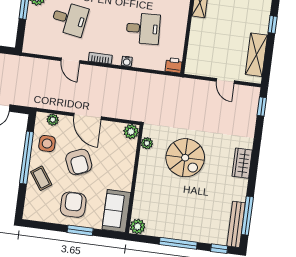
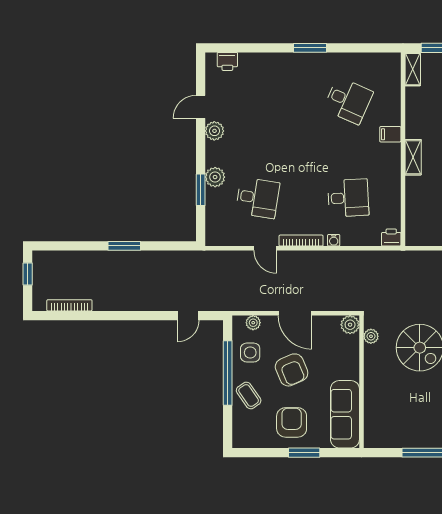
bookcase: (100, 58) -> (301, 241), width x1.56
sofa: (116, 211) -> (345, 414), width x1.36
plant: (138, 226) -> (373, 439), removed

